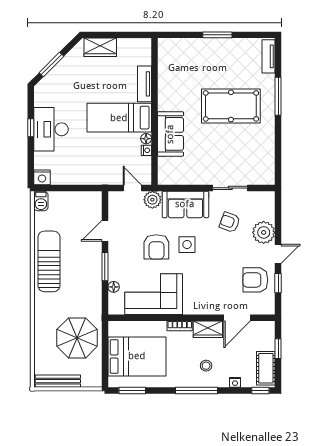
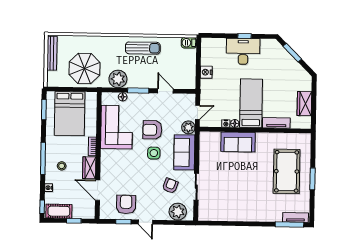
wardrobe: (100, 47) -> (304, 104), moved
window: (278, 96) -> (289, 225), moved
pool table: (231, 106) -> (287, 171), moved
nightstand: (42, 177) -> (206, 72), moved
plant: (264, 232) -> (178, 212), moved
sun lounger: (49, 261) -> (143, 48), width x0.73, depth x0.75
plant: (90, 294) -> (118, 79), added

